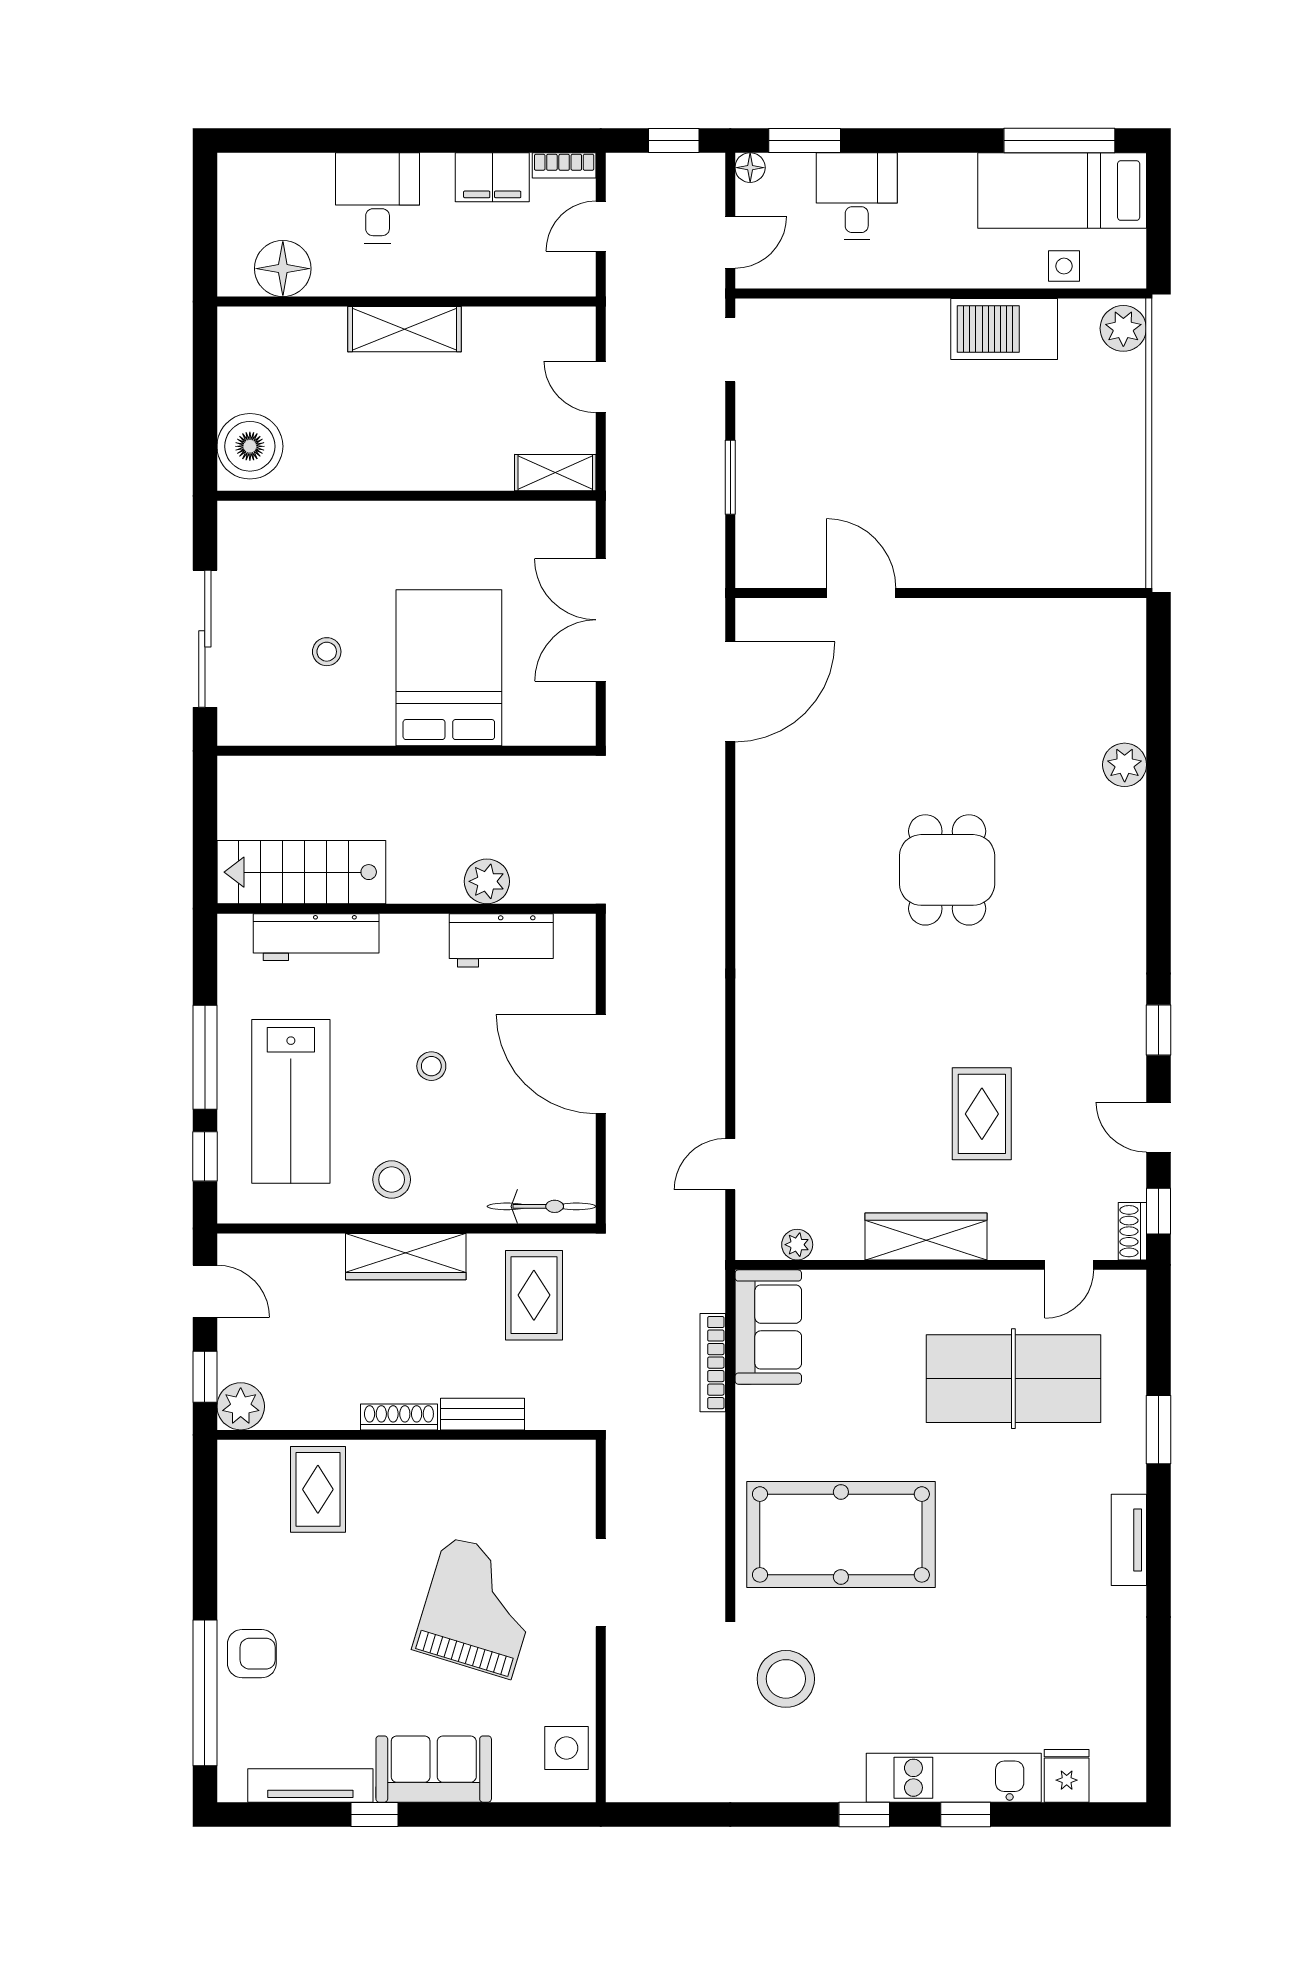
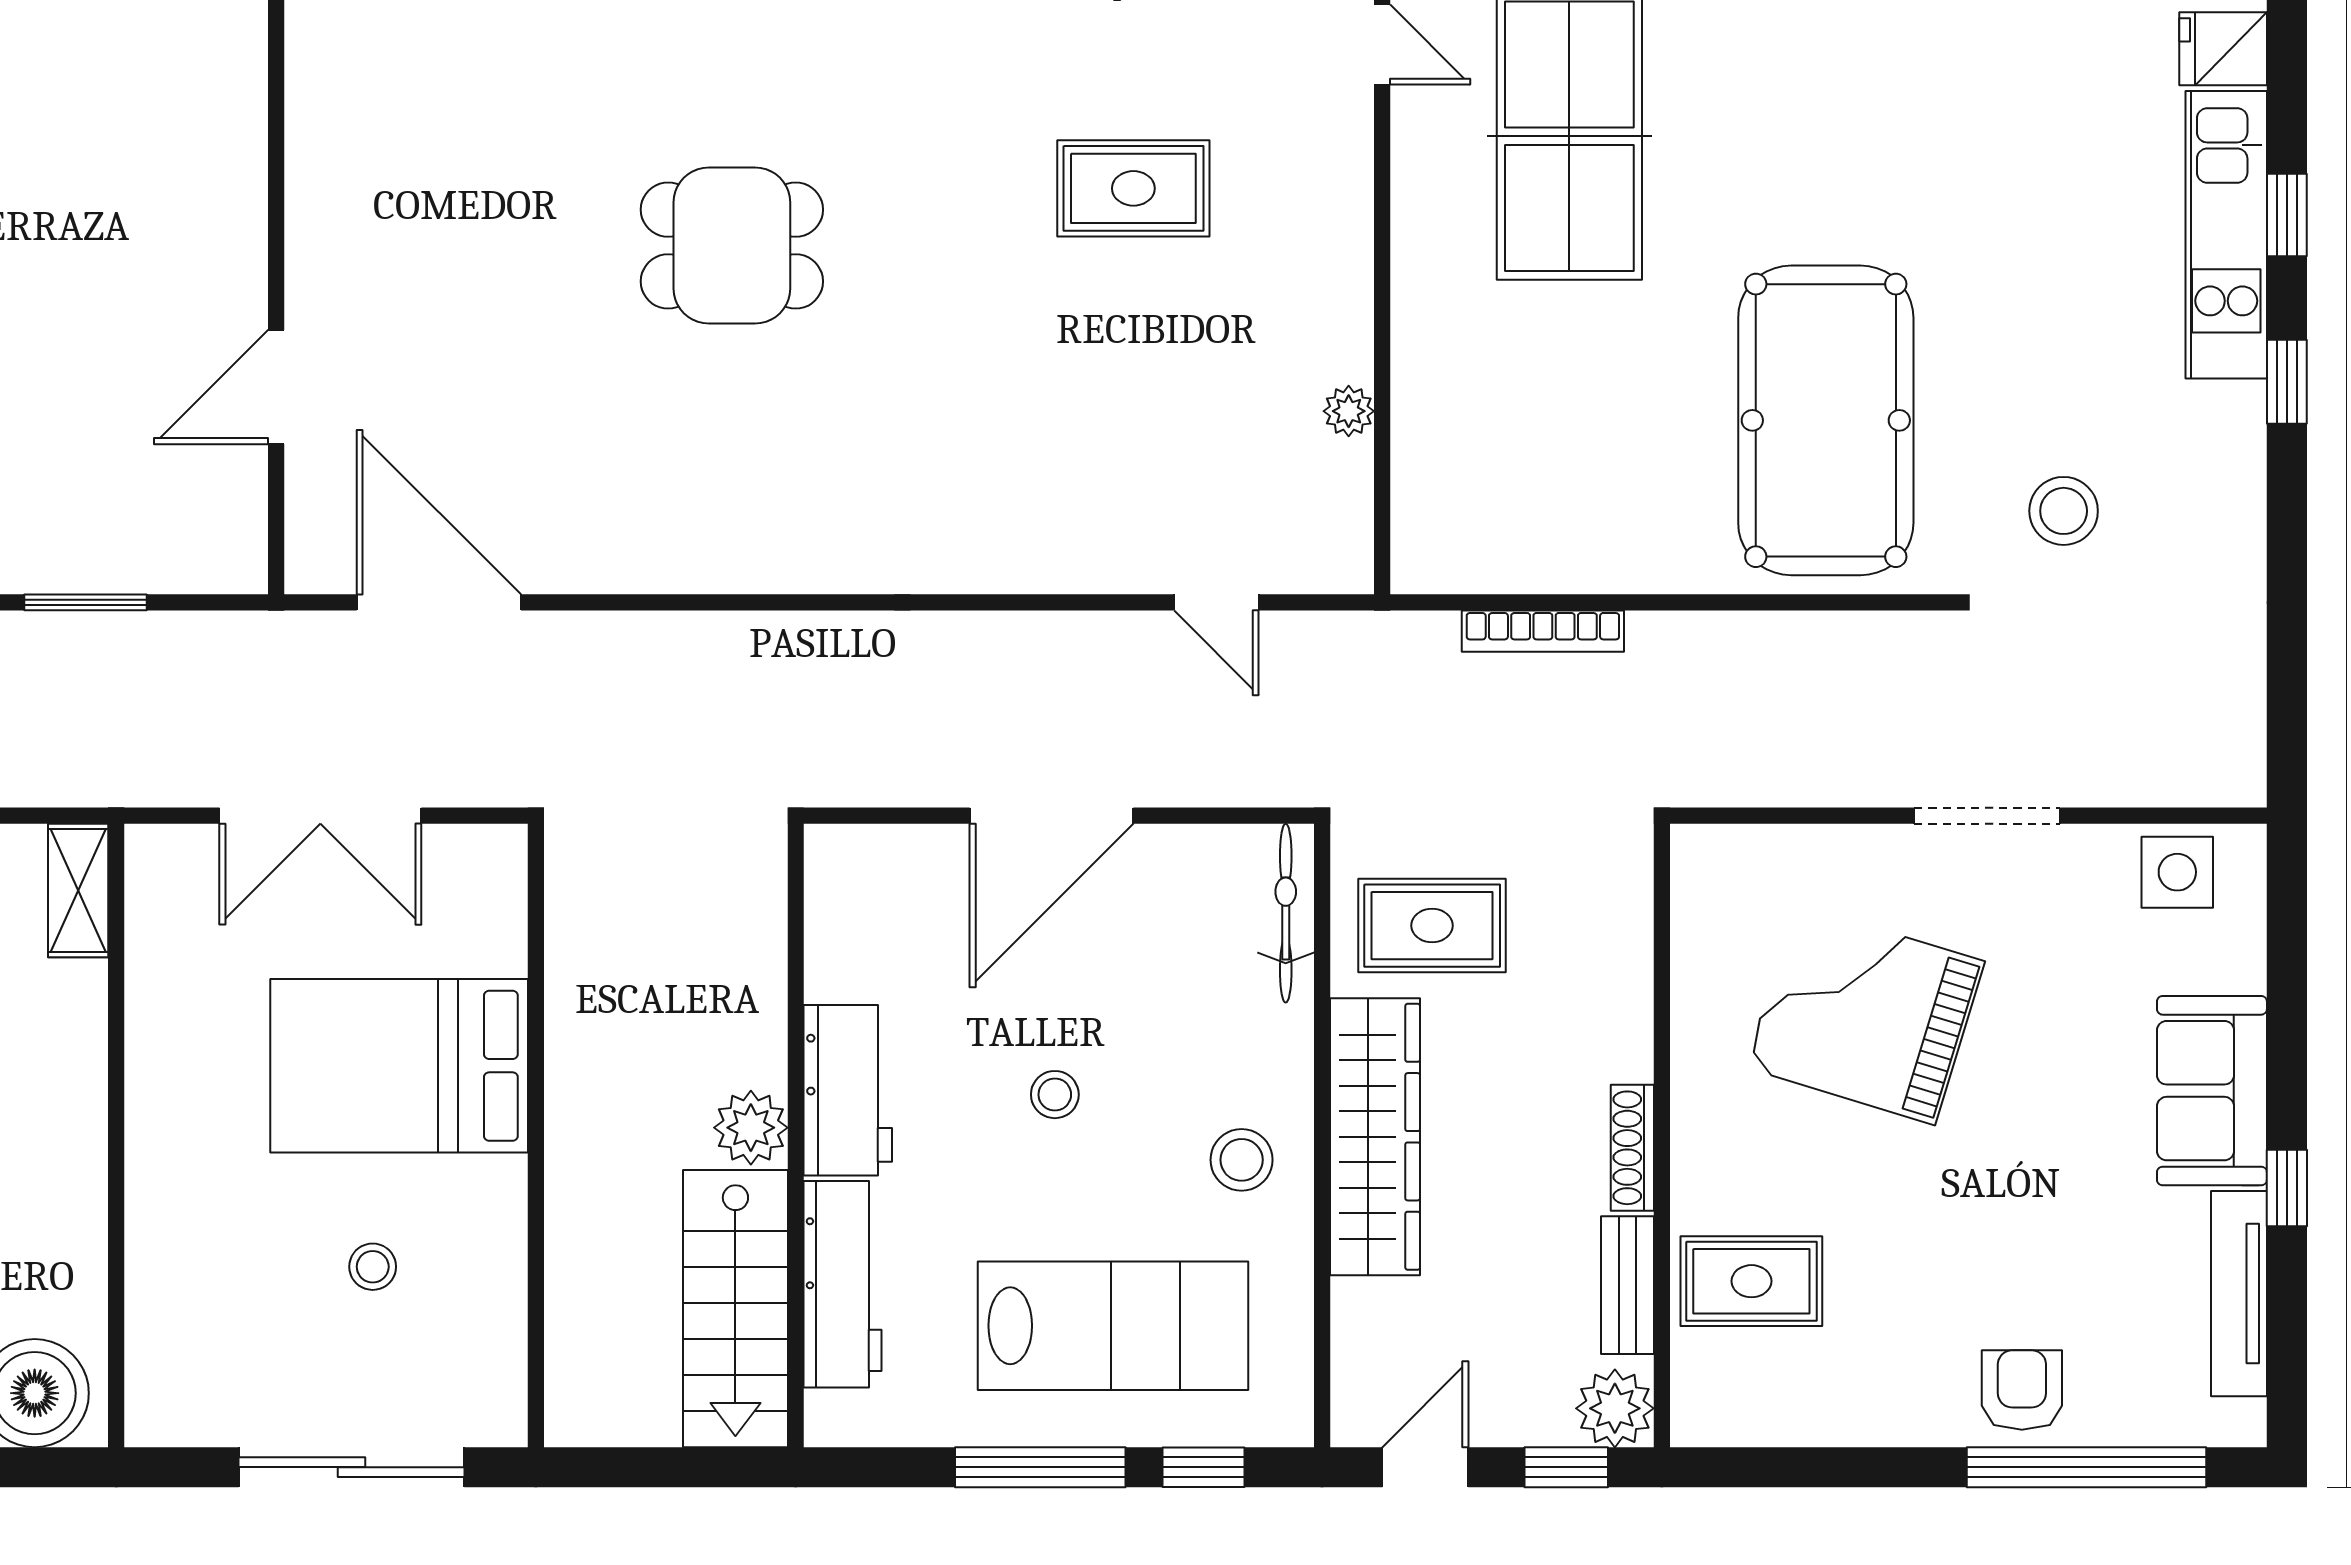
plant: (487, 881) -> (751, 1128), moved
workbench: (501, 940) -> (848, 1090), moved
wardrobe: (926, 1236) -> (1335, 280), removed
plant: (797, 1245) -> (1349, 411), moved
wardrobe: (406, 1257) -> (1375, 1137), width x1.40, depth x1.17
sofa: (768, 1327) -> (1484, 540), removed
bench: (482, 1414) -> (1628, 1285), moved
doorway: (601, 1582) -> (1987, 816), moved
grand piano: (479, 1607) -> (1865, 1014), moved
stool: (786, 1679) -> (2064, 511), width x0.73, depth x0.73

